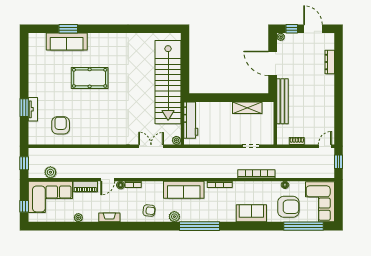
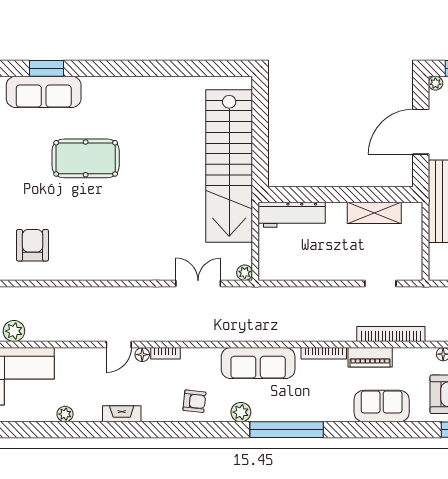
door: (273, 63) -> (421, 132), hinge flipped
workbench: (191, 120) -> (292, 215), moved, turned 90
piano: (85, 187) -> (370, 357), moved

